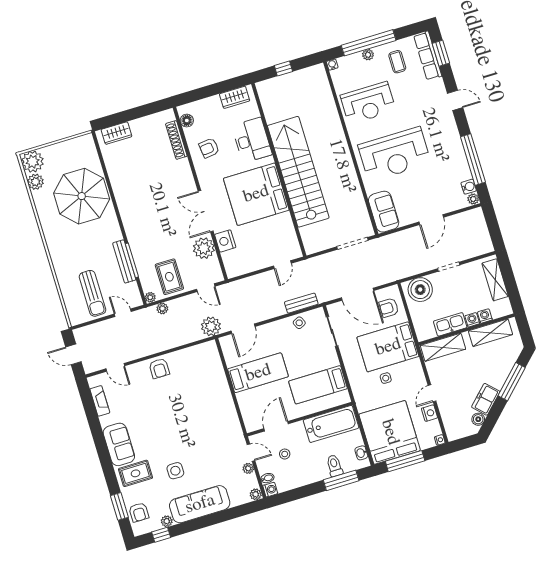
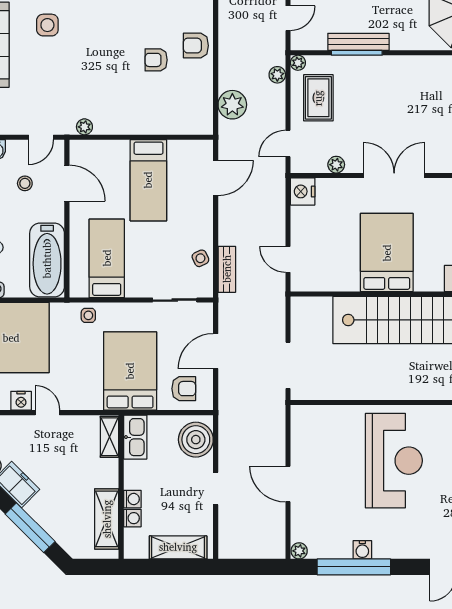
reception desk: (395, 154) -> (394, 461), turned 180
water cooler: (469, 187) -> (362, 550), moved
bed: (256, 194) -> (387, 253), width x0.73
sofa: (384, 212) -> (319, 422), removed
nightstand: (225, 241) -> (303, 191), moved, turned -90
plant: (204, 248) -> (336, 165), width x0.53, depth x0.53
rug: (169, 277) -> (318, 98), turned 90
door: (358, 294) -> (216, 351), width x0.73
armchair: (389, 308) -> (184, 389), turned 90
kitchen sink: (450, 324) -> (135, 437), moved
plant: (211, 326) -> (232, 105), moved
door: (243, 329) -> (216, 178), swing flipped
shelving: (443, 347) -> (110, 437), width x0.67, depth x0.75
side table: (386, 378) -> (88, 315), moved
armchair: (177, 392) -> (156, 60), added
plant: (248, 468) -> (84, 127), moved

